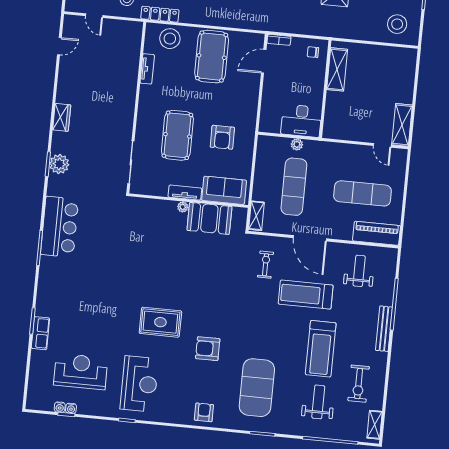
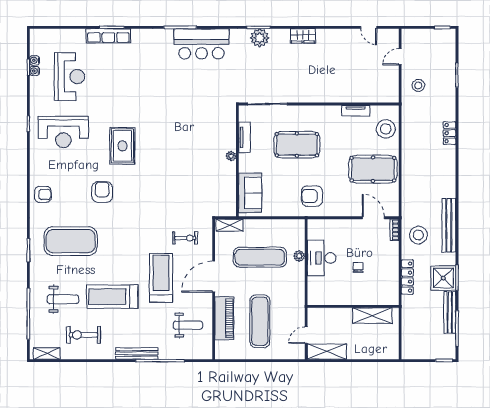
locker: (160, 14) -> (407, 277), moved
stool: (397, 24) -> (418, 235), moved
chair: (313, 52) -> (358, 268), moved
shelving: (337, 69) -> (372, 316), moved
wall: (325, 89) -> (353, 306), moved
armchair: (222, 137) -> (312, 196), moved
tv unit: (185, 193) -> (245, 137), moved
booth: (209, 218) -> (223, 182), removed
piano: (377, 233) -> (224, 318), moved
row of seats: (40, 333) -> (108, 36), width x1.48

